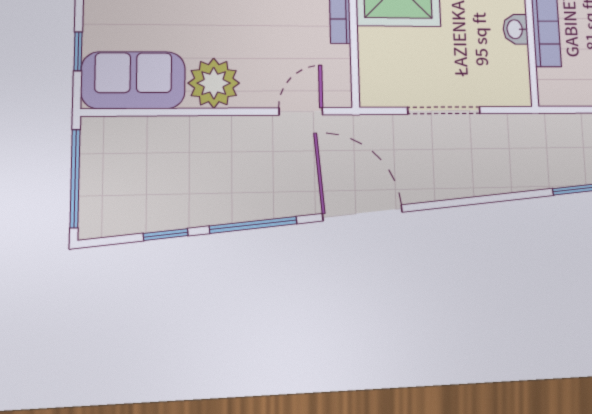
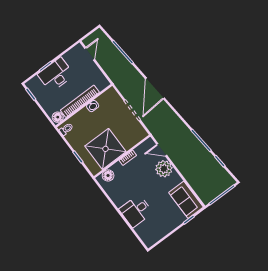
plant: (214, 83) -> (164, 169), moved
door: (363, 213) -> (155, 88), moved

